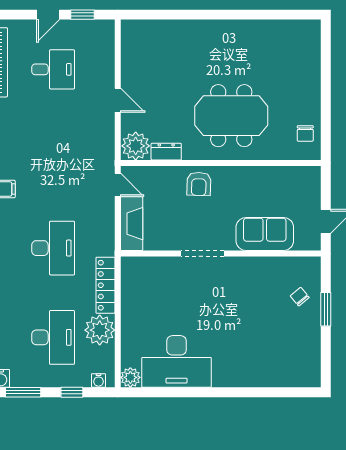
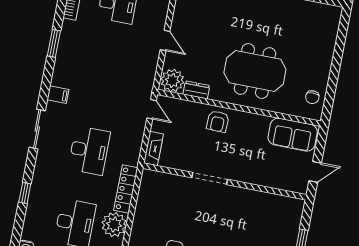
fireplace: (132, 224) -> (154, 149), width x0.73, depth x0.76
sofa: (265, 234) -> (293, 135), moved, turned 180
chair: (300, 297) -> (282, 229), removed

